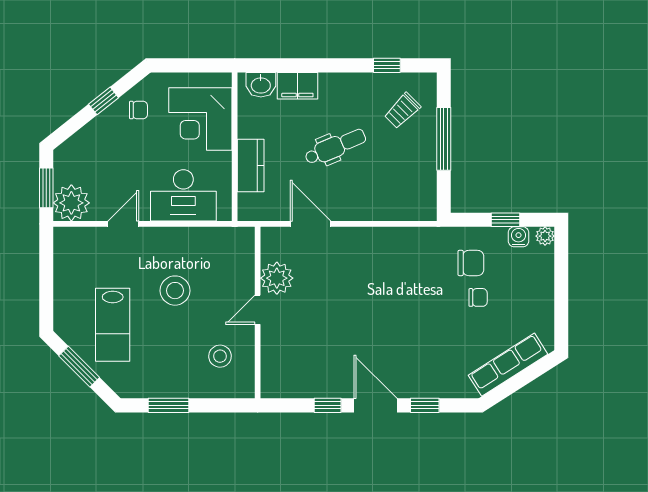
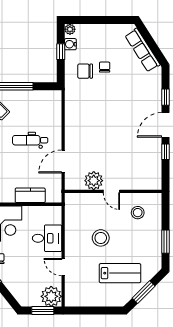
dental chair: (335, 147) -> (30, 140), moved, turned -67
desk: (183, 195) -> (47, 238), width x0.73
chair: (471, 263) -> (85, 71), turned -90

